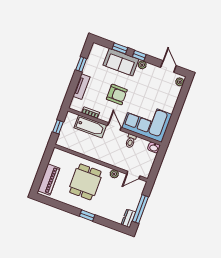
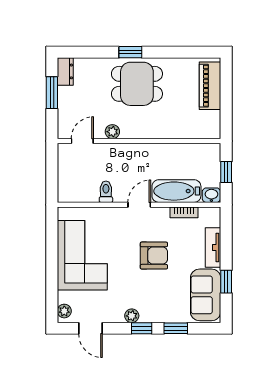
sofa: (121, 62) -> (206, 295), moved, turned -90
armchair: (117, 94) -> (154, 256), turned 180
corner sofa: (147, 121) -> (82, 255), moved, turned -90
door: (114, 127) -> (139, 205), swing flipped
washbasin: (154, 147) -> (211, 195), moved
dining table: (85, 182) -> (137, 84), moved, turned 90
window: (140, 209) -> (52, 93), width x0.69

